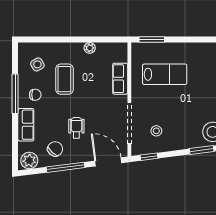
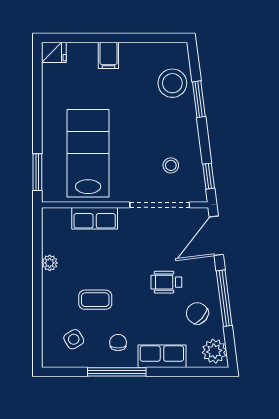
lab bench: (165, 74) -> (88, 153), width x1.36, depth x1.39
coffee table: (64, 79) -> (95, 300), width x0.73, depth x0.77

